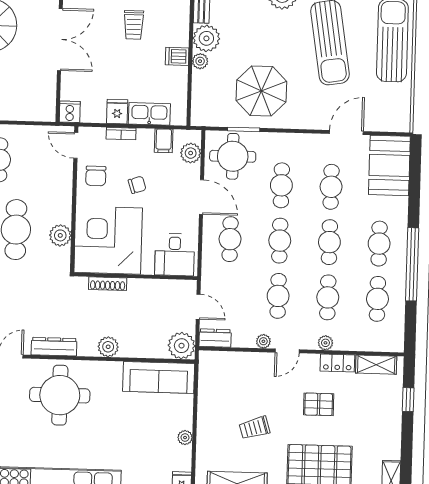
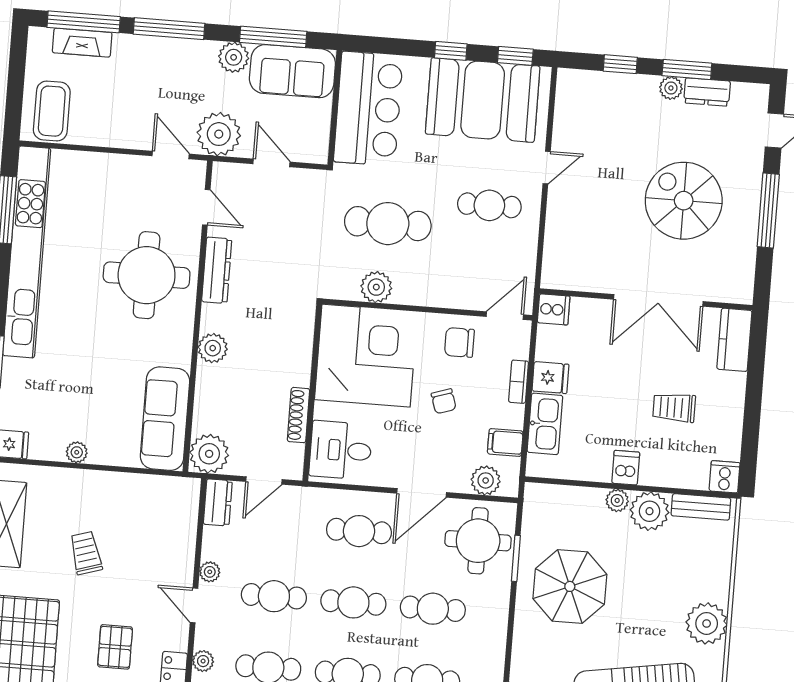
shoe rack: (108, 284) -> (299, 415), moved

